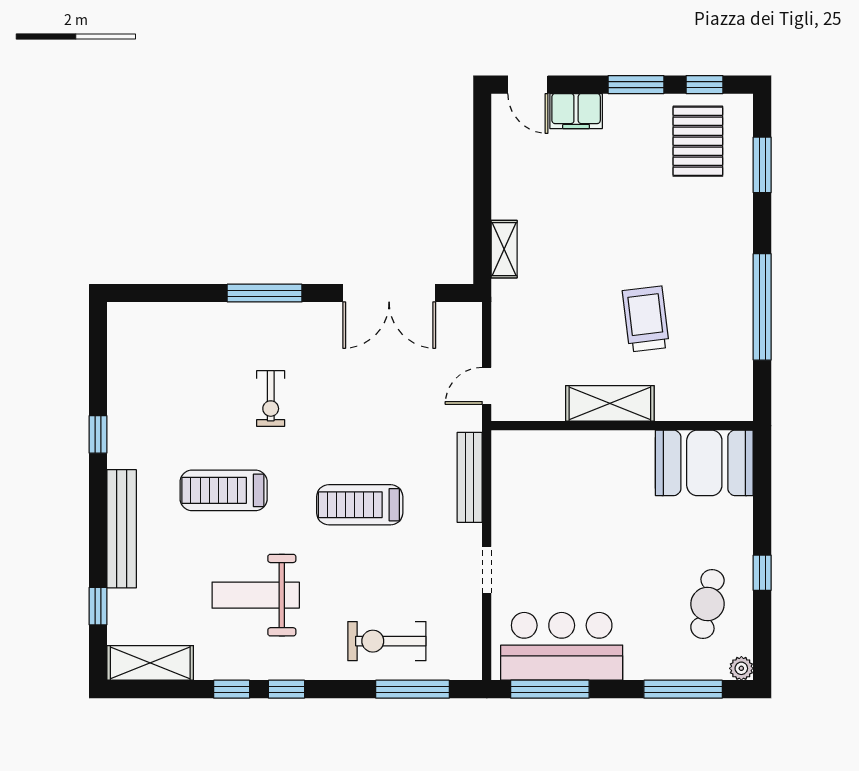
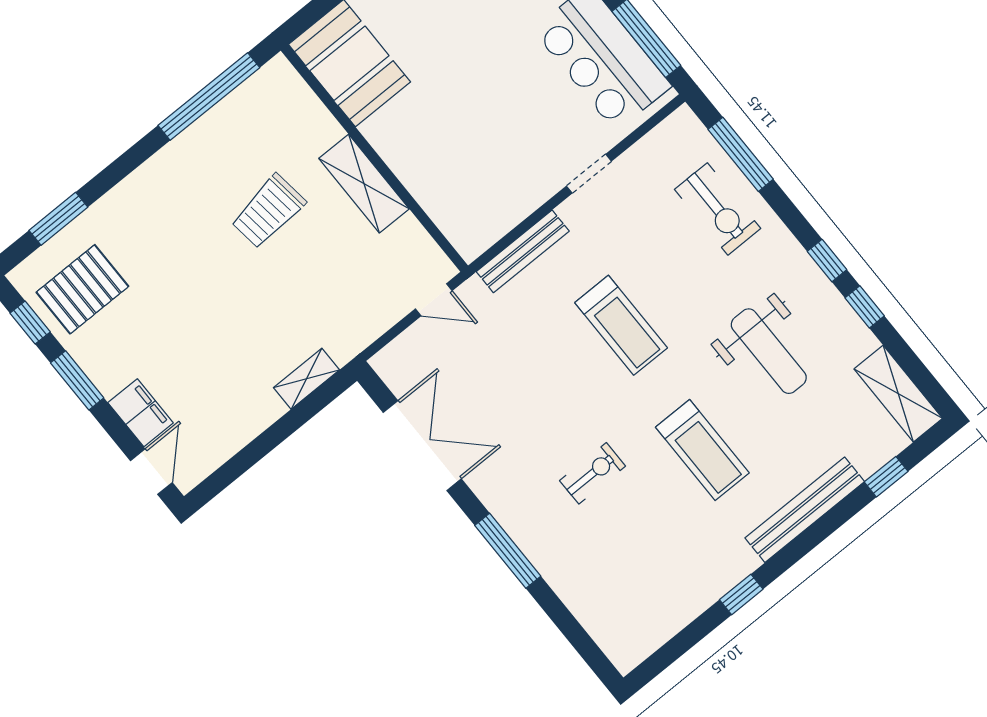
window: (762, 307) -> (209, 97), moved

